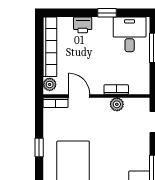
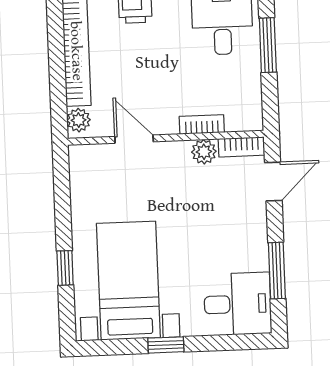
bookcase: (56, 103) -> (242, 147), moved
window: (39, 147) -> (65, 268), moved

